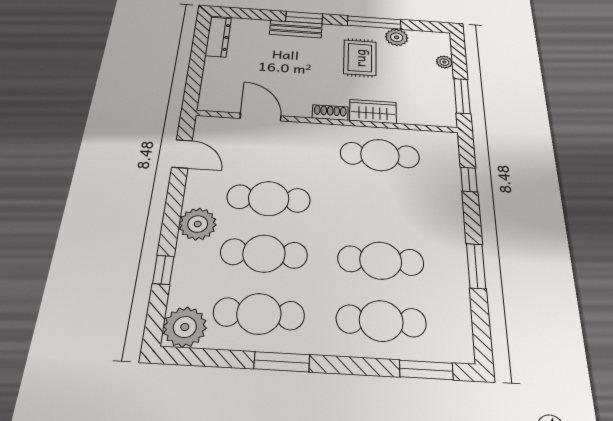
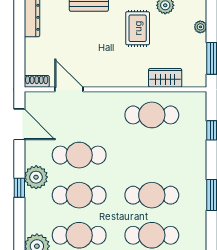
wardrobe: (373, 111) -> (165, 78), moved
shoe rack: (330, 113) -> (37, 81), moved
door: (182, 154) -> (19, 124), width x1.38
window: (163, 270) -> (19, 188), moved

